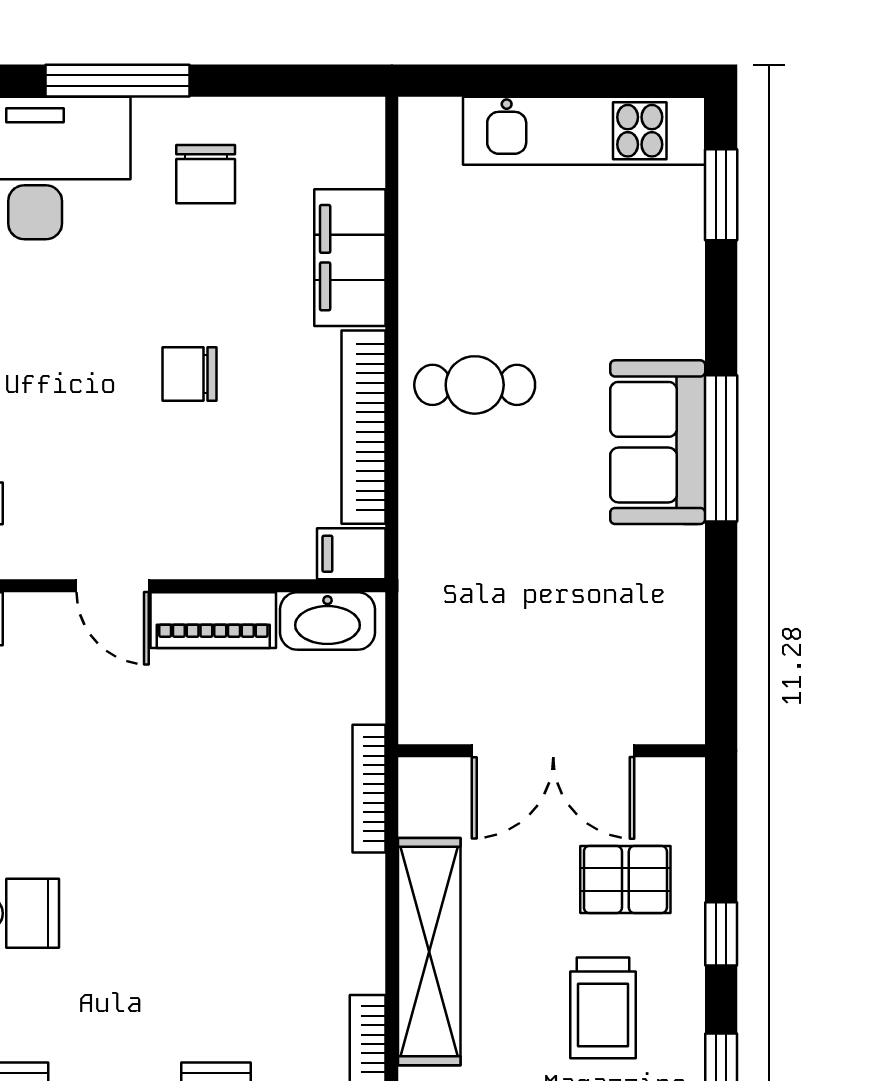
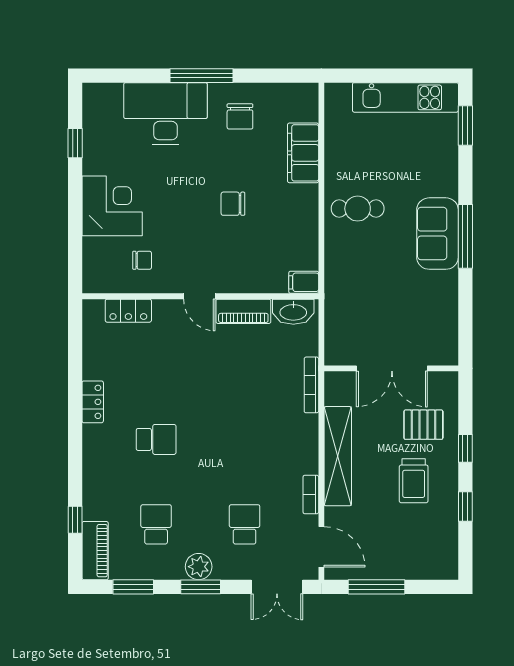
bookcase: (363, 427) -> (309, 227), removed

